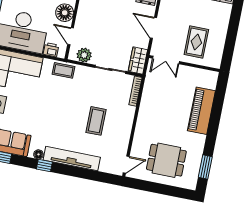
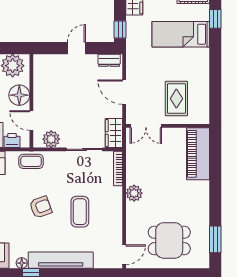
armchair: (64, 110) -> (41, 207), added
piano: (201, 111) -> (198, 154), moved
plant: (145, 115) -> (134, 193), added

